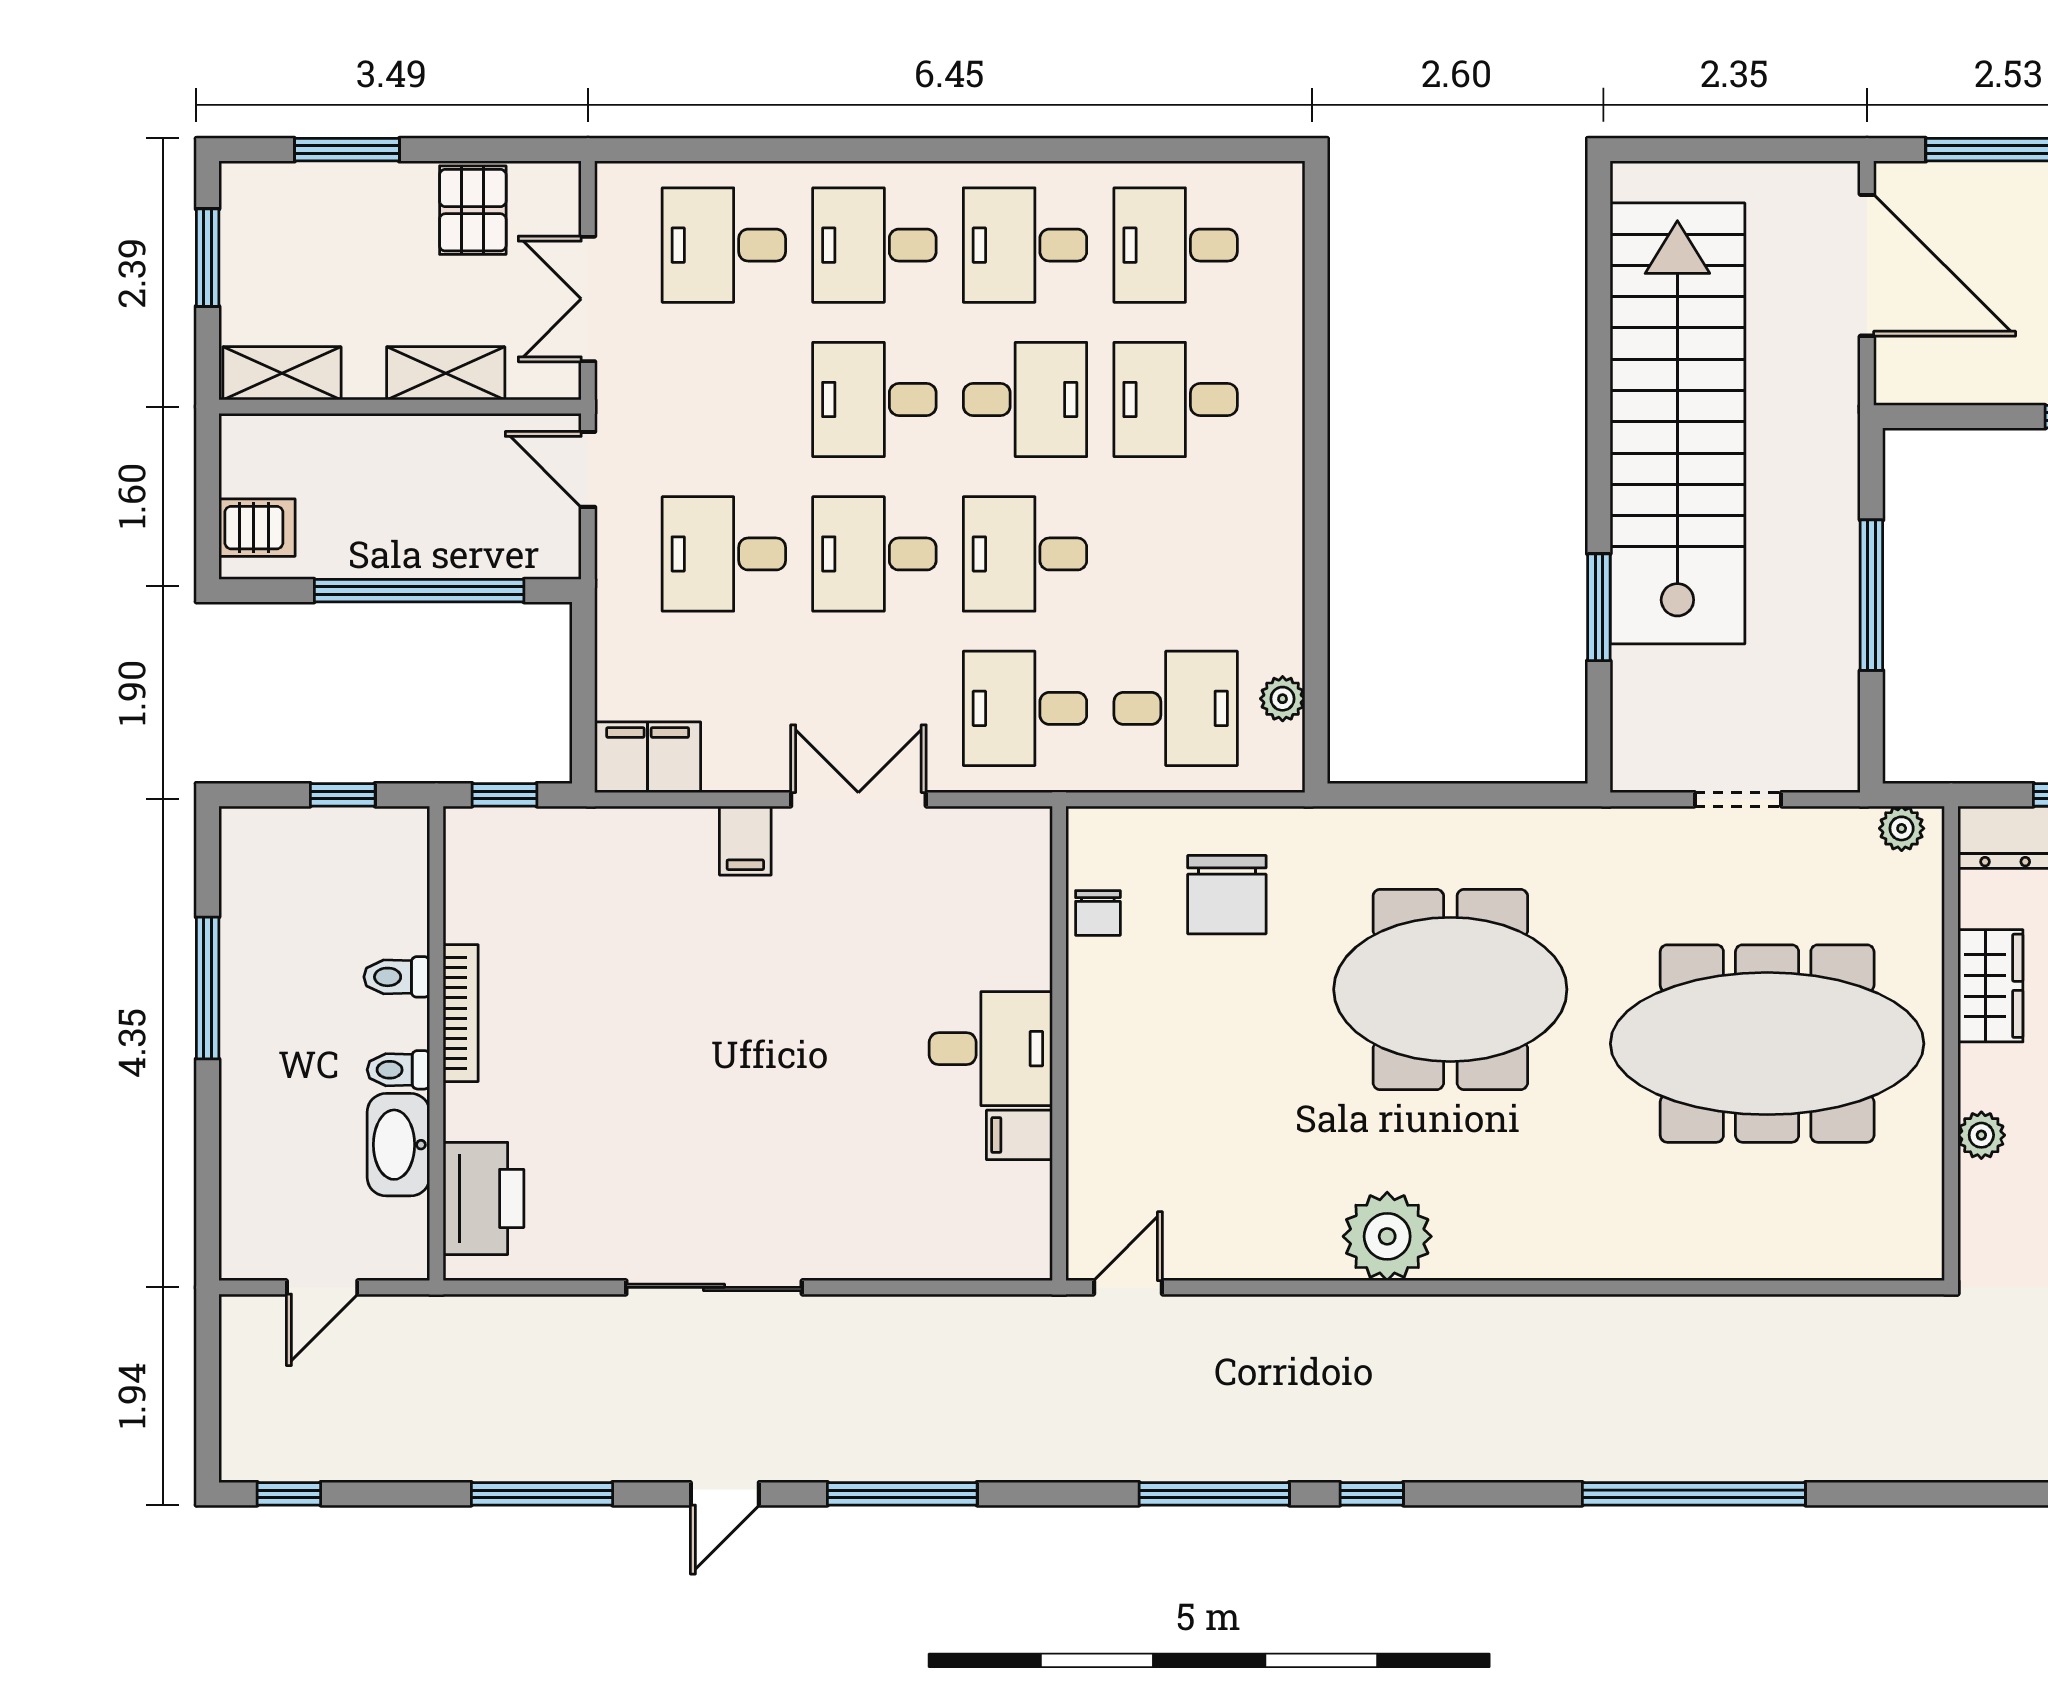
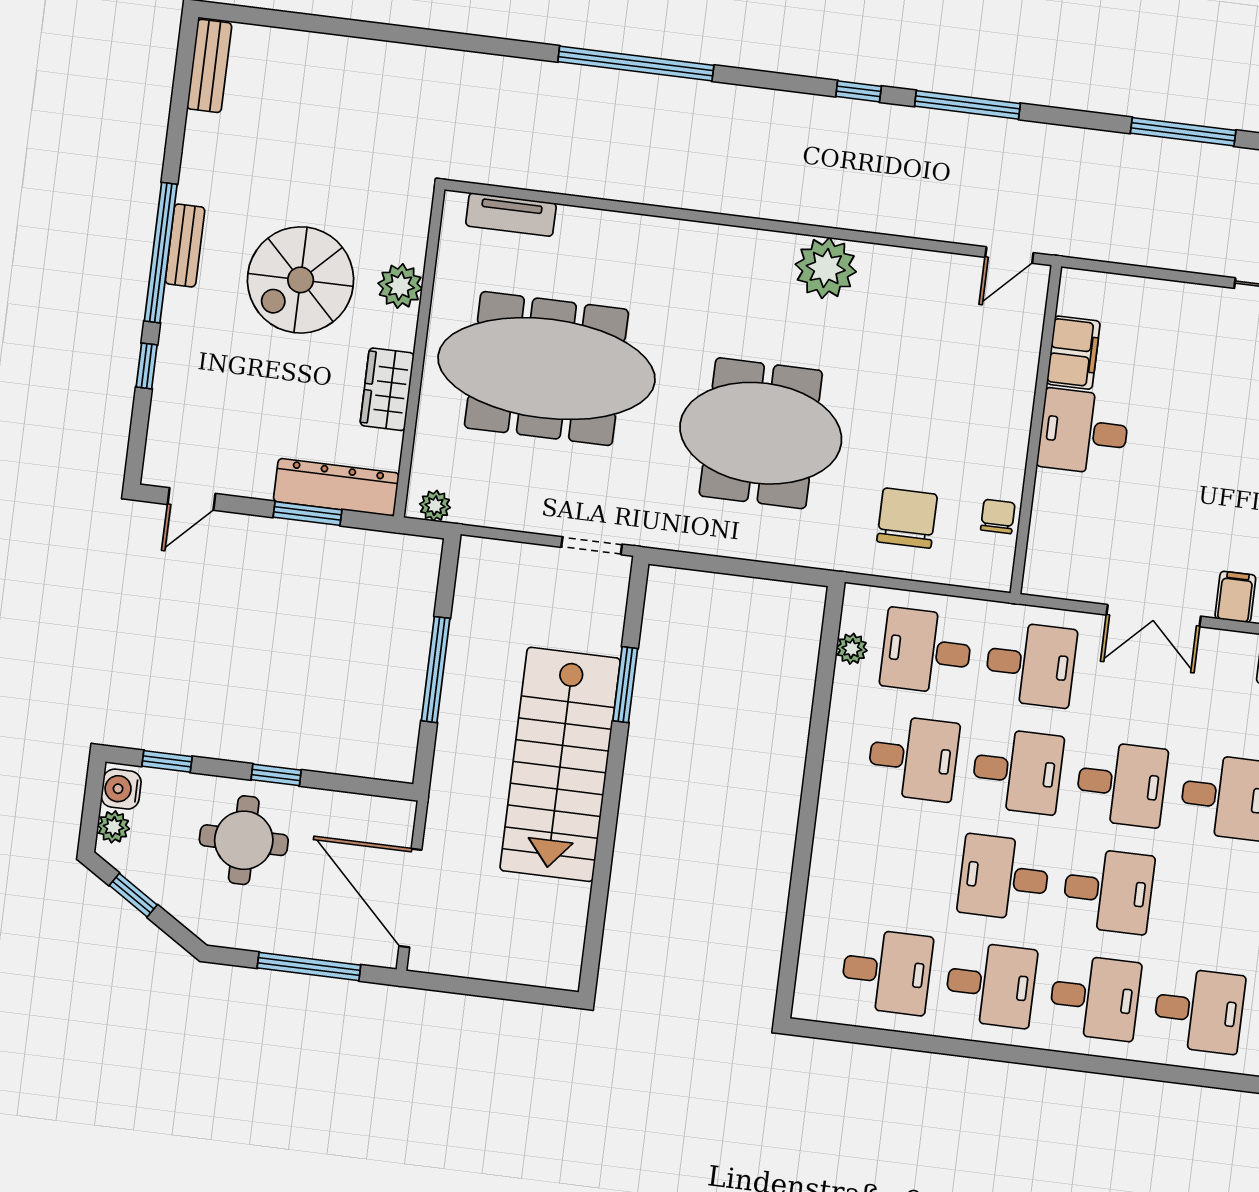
desk: (1176, 400) -> (913, 758), moved
stairs: (1677, 423) -> (560, 764), width x0.73
doorway: (1738, 799) -> (592, 546), moved
filing cabinet: (1019, 1135) -> (1073, 353), width x2.00
plant: (1981, 1135) -> (400, 286), width x1.38, depth x1.38
tv unit: (1845, 1257) -> (511, 215), added

